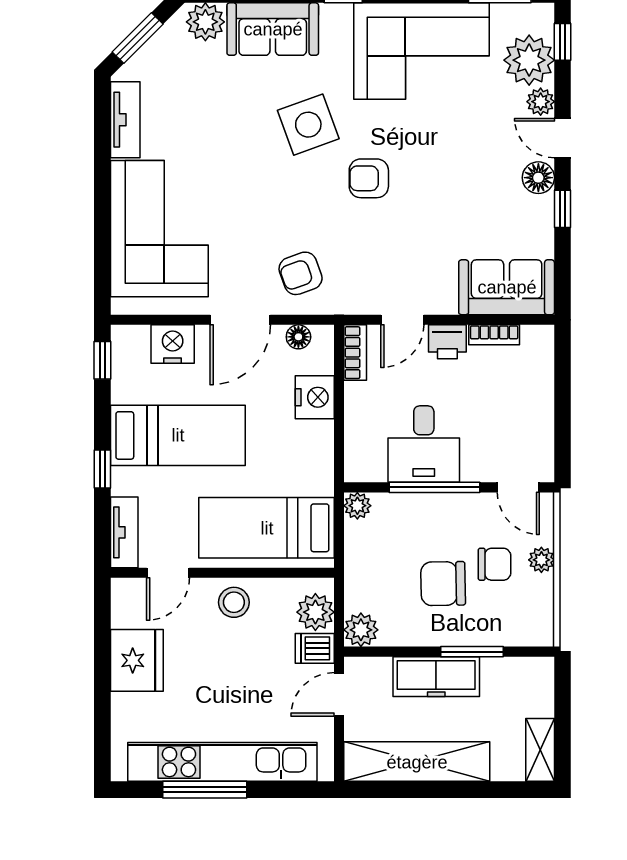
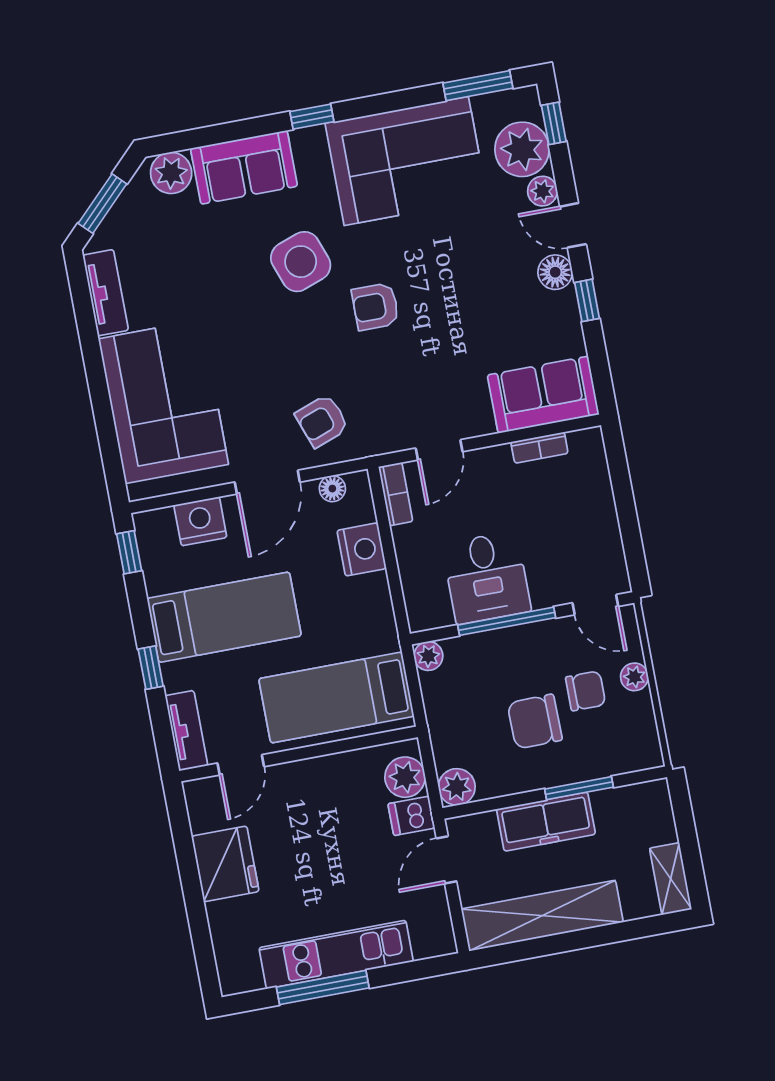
printer: (447, 342) -> (491, 464), removed
stool: (234, 602) -> (317, 783), removed
kitchen unit: (222, 762) -> (336, 955), width x0.73

